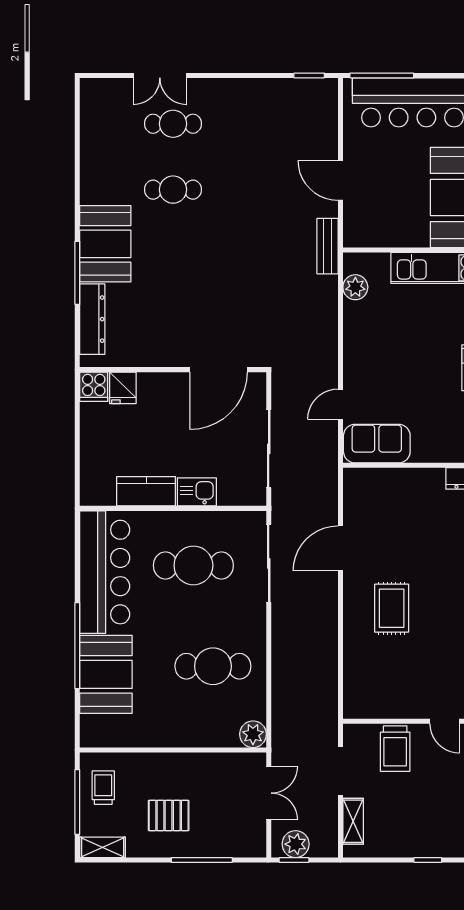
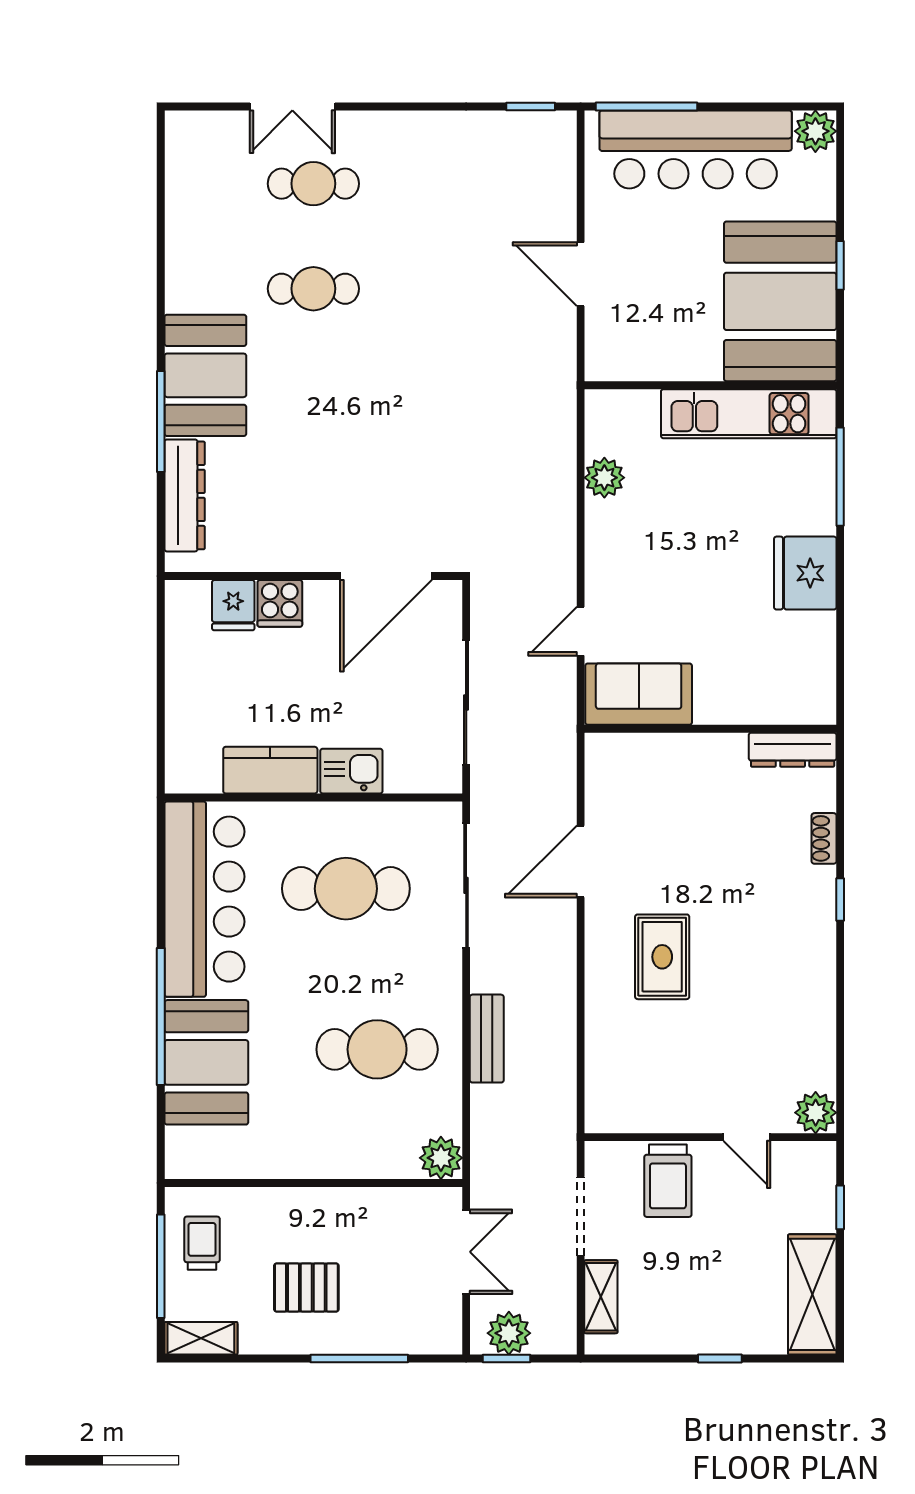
bench: (328, 246) -> (487, 1039), moved
plant: (355, 287) -> (604, 478), moved
cooker: (94, 387) -> (280, 603), moved

